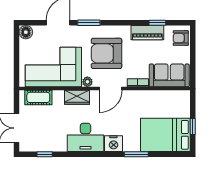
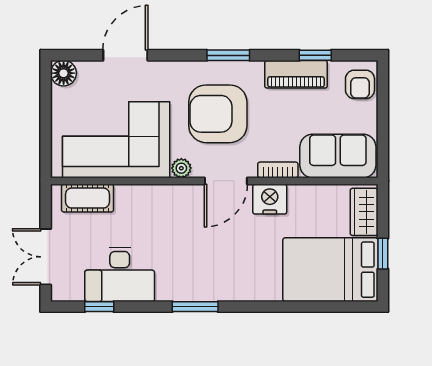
window: (89, 23) -> (228, 55), moved
armchair: (181, 38) -> (360, 84), turned -90
wardrobe: (77, 97) -> (364, 212), moved, turned 90
desk: (85, 137) -> (120, 274), moved
nightstand: (113, 144) -> (270, 199), moved, turned 180
window: (136, 154) -> (195, 307), moved

